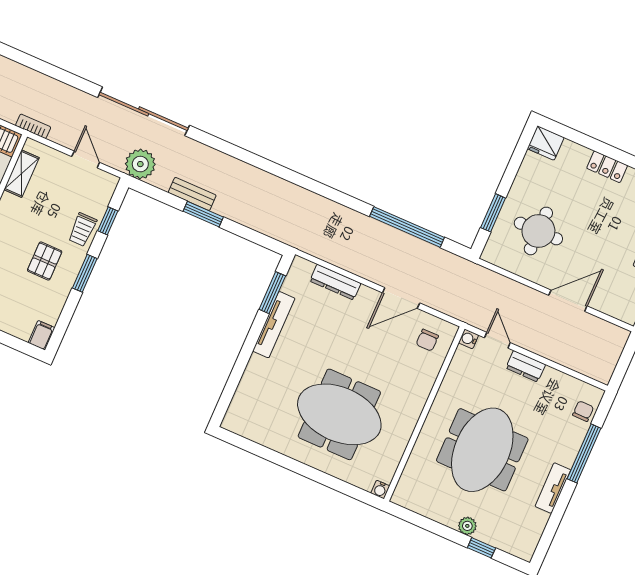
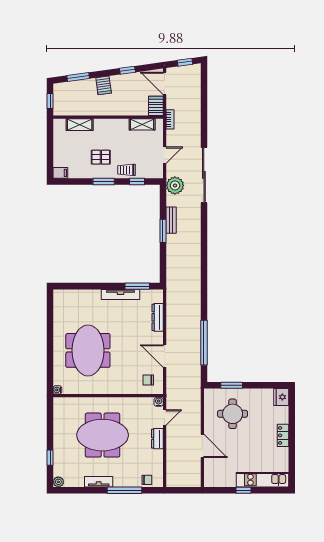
plant: (467, 526) -> (58, 482), moved

